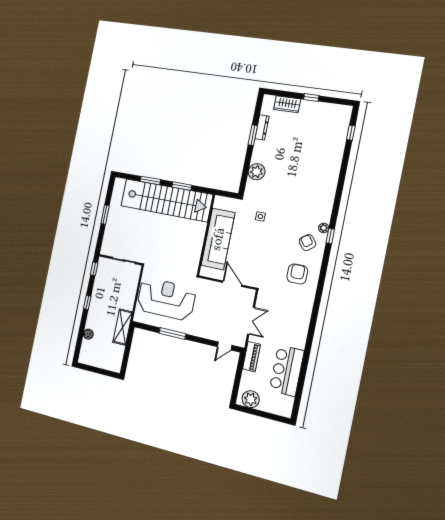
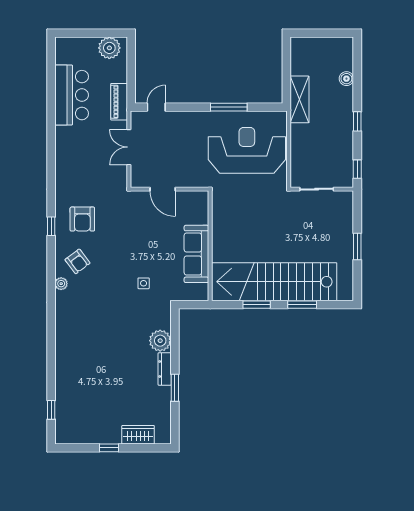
dresser: (262, 127) -> (165, 369), moved
window: (330, 236) -> (51, 226), moved
sofa: (218, 239) -> (196, 254), width x0.74, depth x0.79
reception desk: (166, 299) -> (247, 150), turned 180

